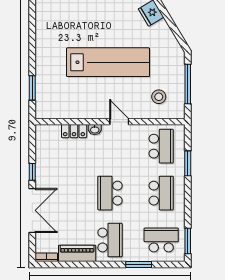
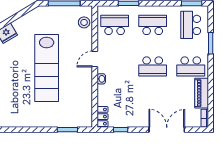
lab bench: (108, 62) -> (47, 68), turned 180
stool: (159, 97) -> (84, 22), moved
locker: (74, 131) -> (102, 117), moved
window: (32, 172) -> (121, 130), moved
school desk: (110, 240) -> (191, 66), turned 180

